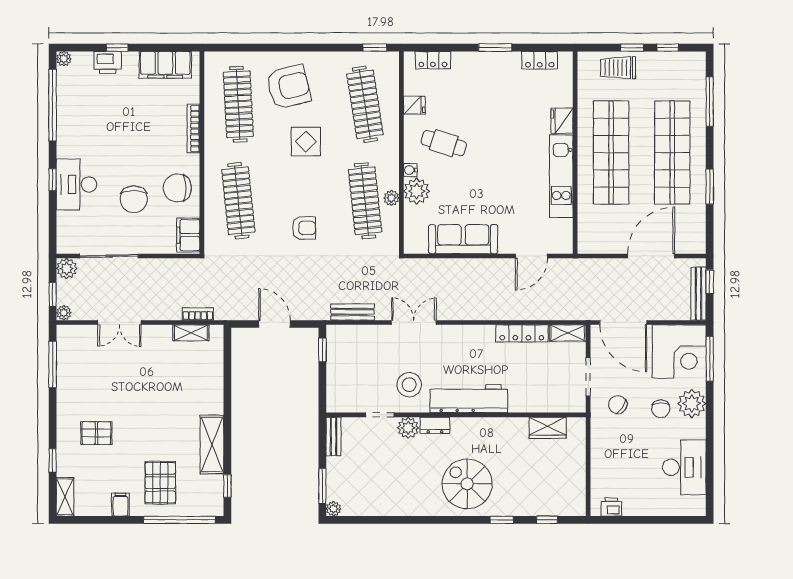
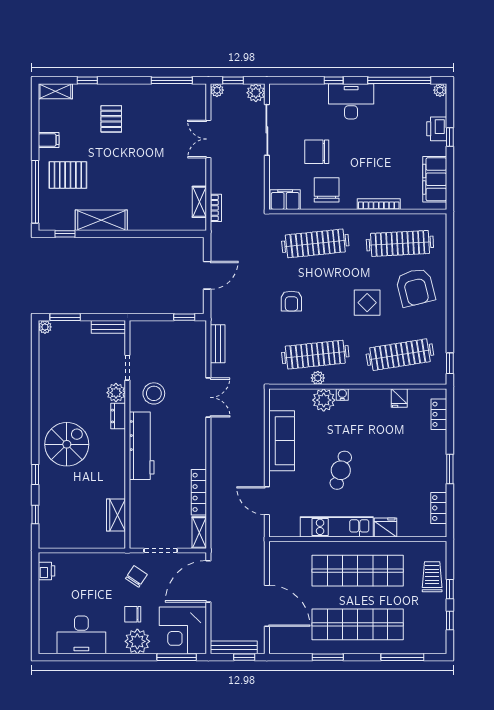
cafe table: (444, 143) -> (341, 470), moved
desk: (76, 184) -> (351, 101), moved

